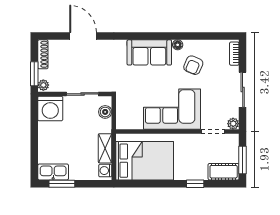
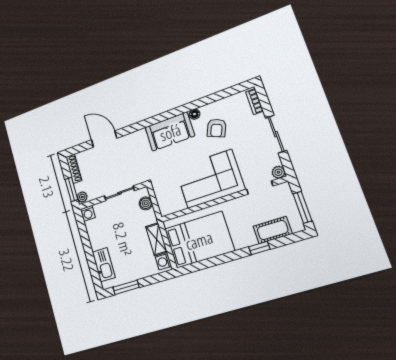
washing machine: (50, 108) -> (88, 213), width x0.53, depth x0.53
kitchen sink: (53, 172) -> (104, 265), moved, turned 90
cot: (224, 172) -> (273, 230), moved

